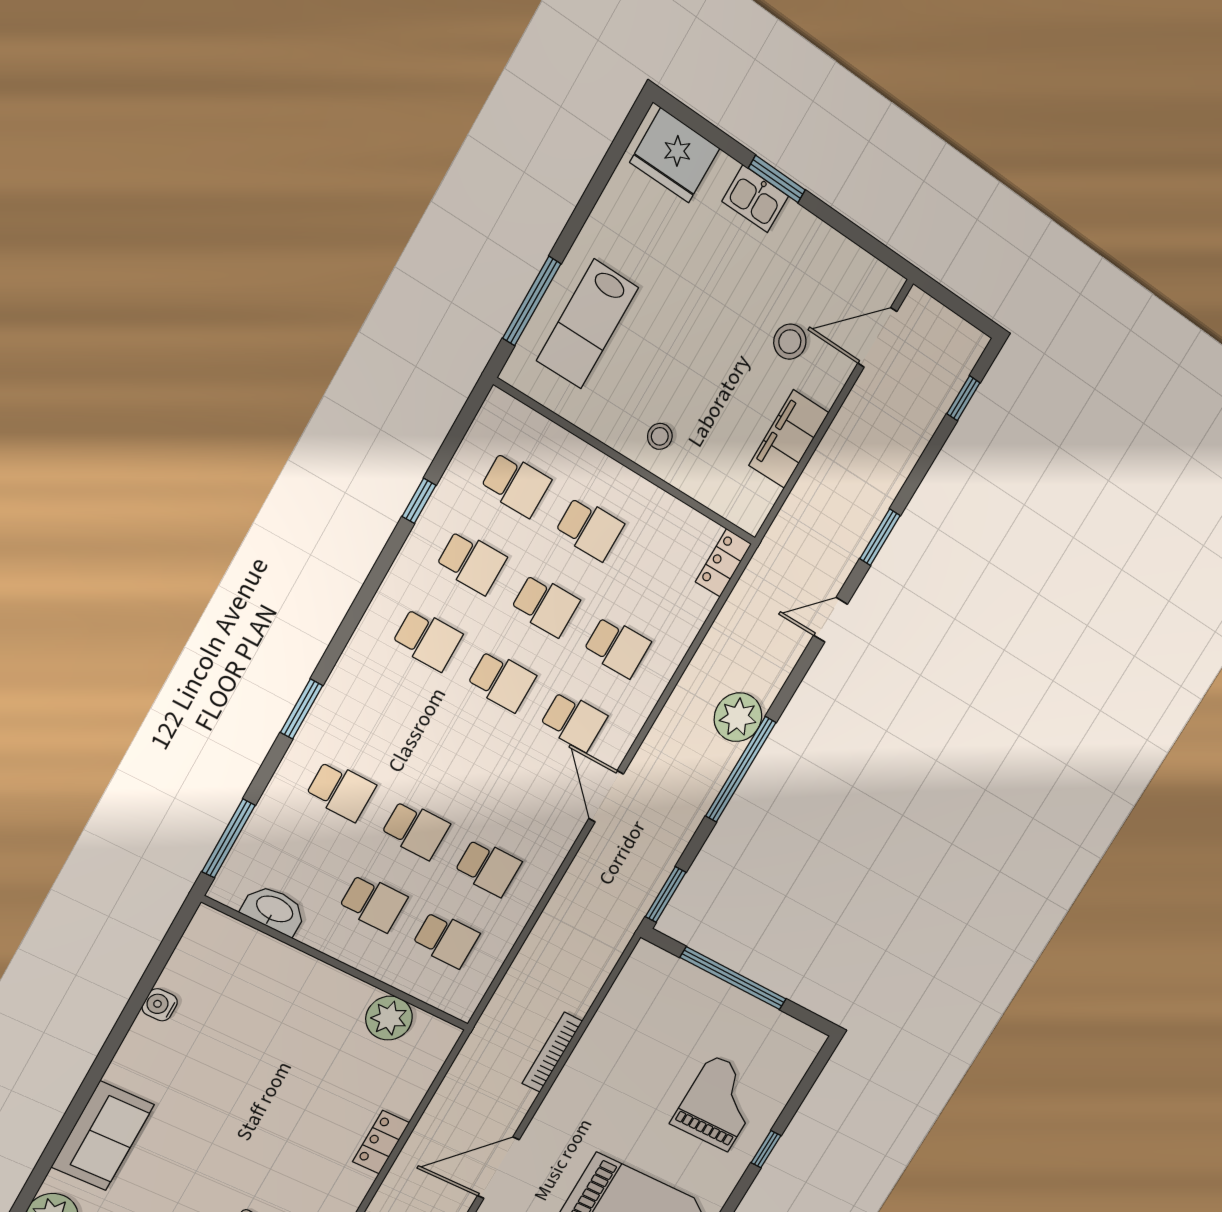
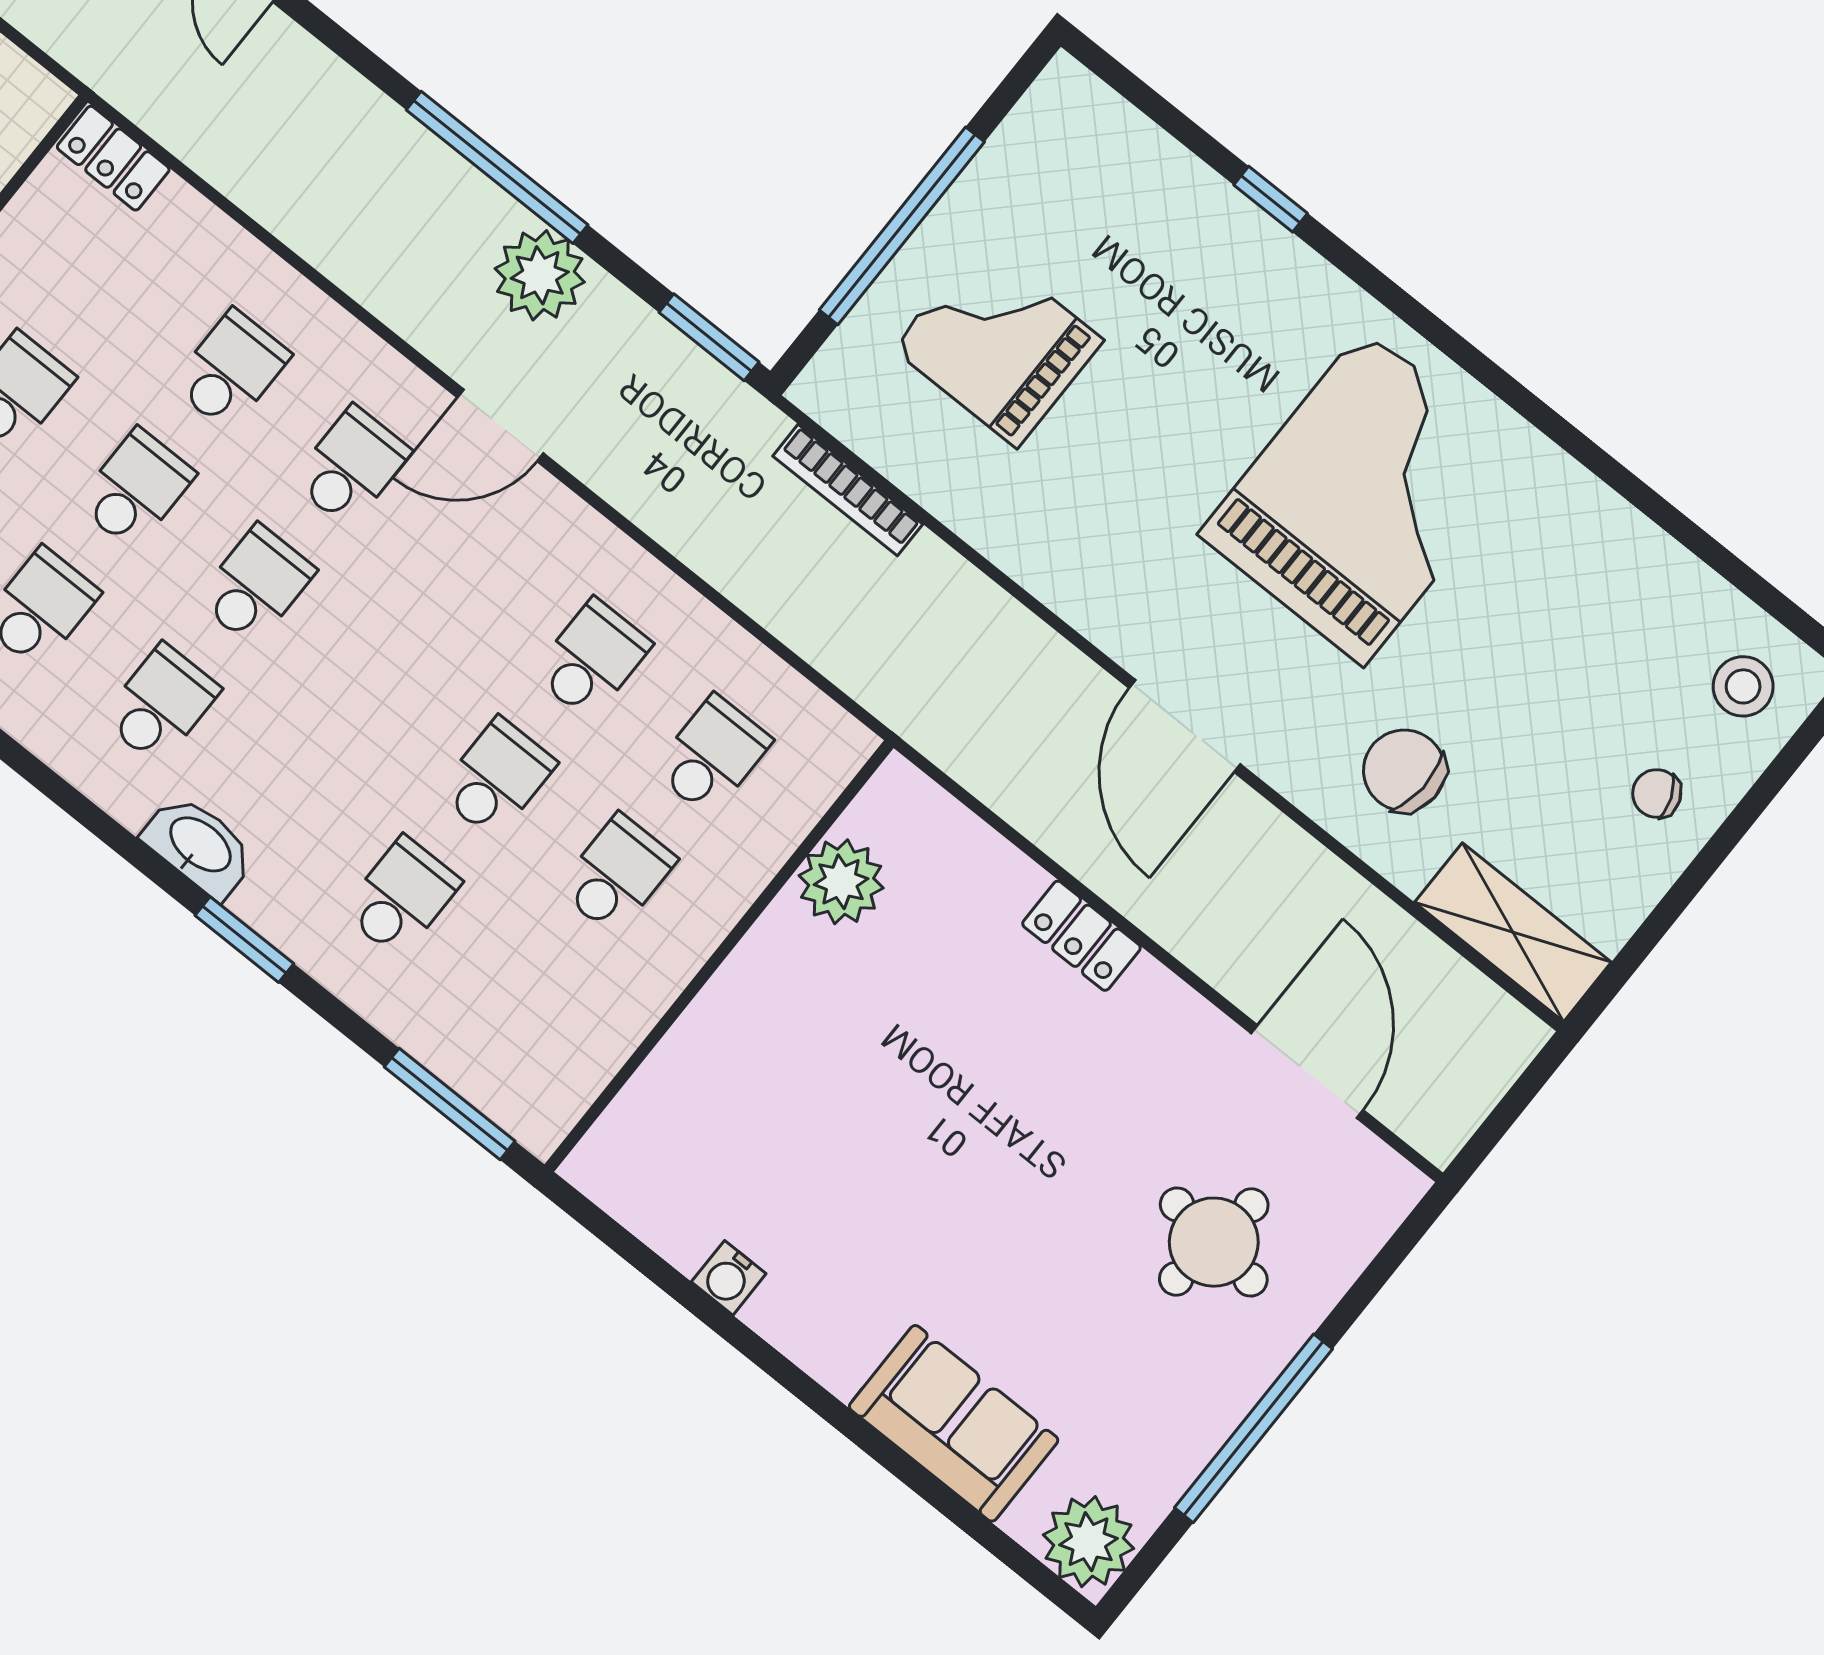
plant: (738, 717) -> (540, 275), moved
washbasin: (274, 910) -> (199, 846), moved, turned 90
bookcase: (552, 1052) -> (848, 490), moved
grand piano: (720, 1103) -> (998, 344), moved

